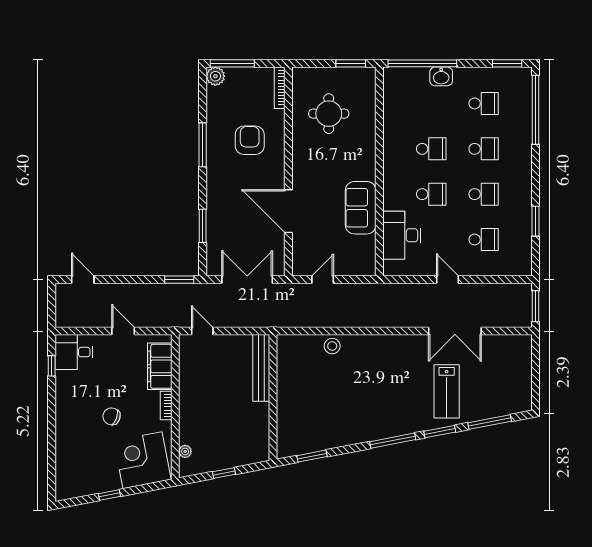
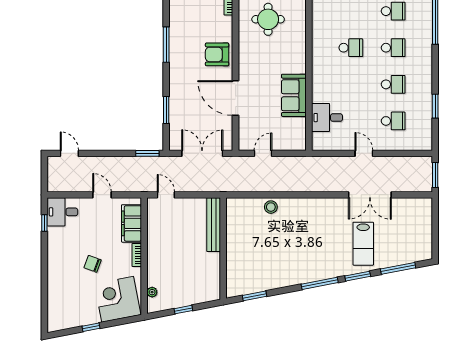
armchair: (250, 140) -> (217, 54), moved, turned -90
school desk: (431, 194) -> (351, 84), removed
desk: (402, 235) -> (327, 118), width x0.73

